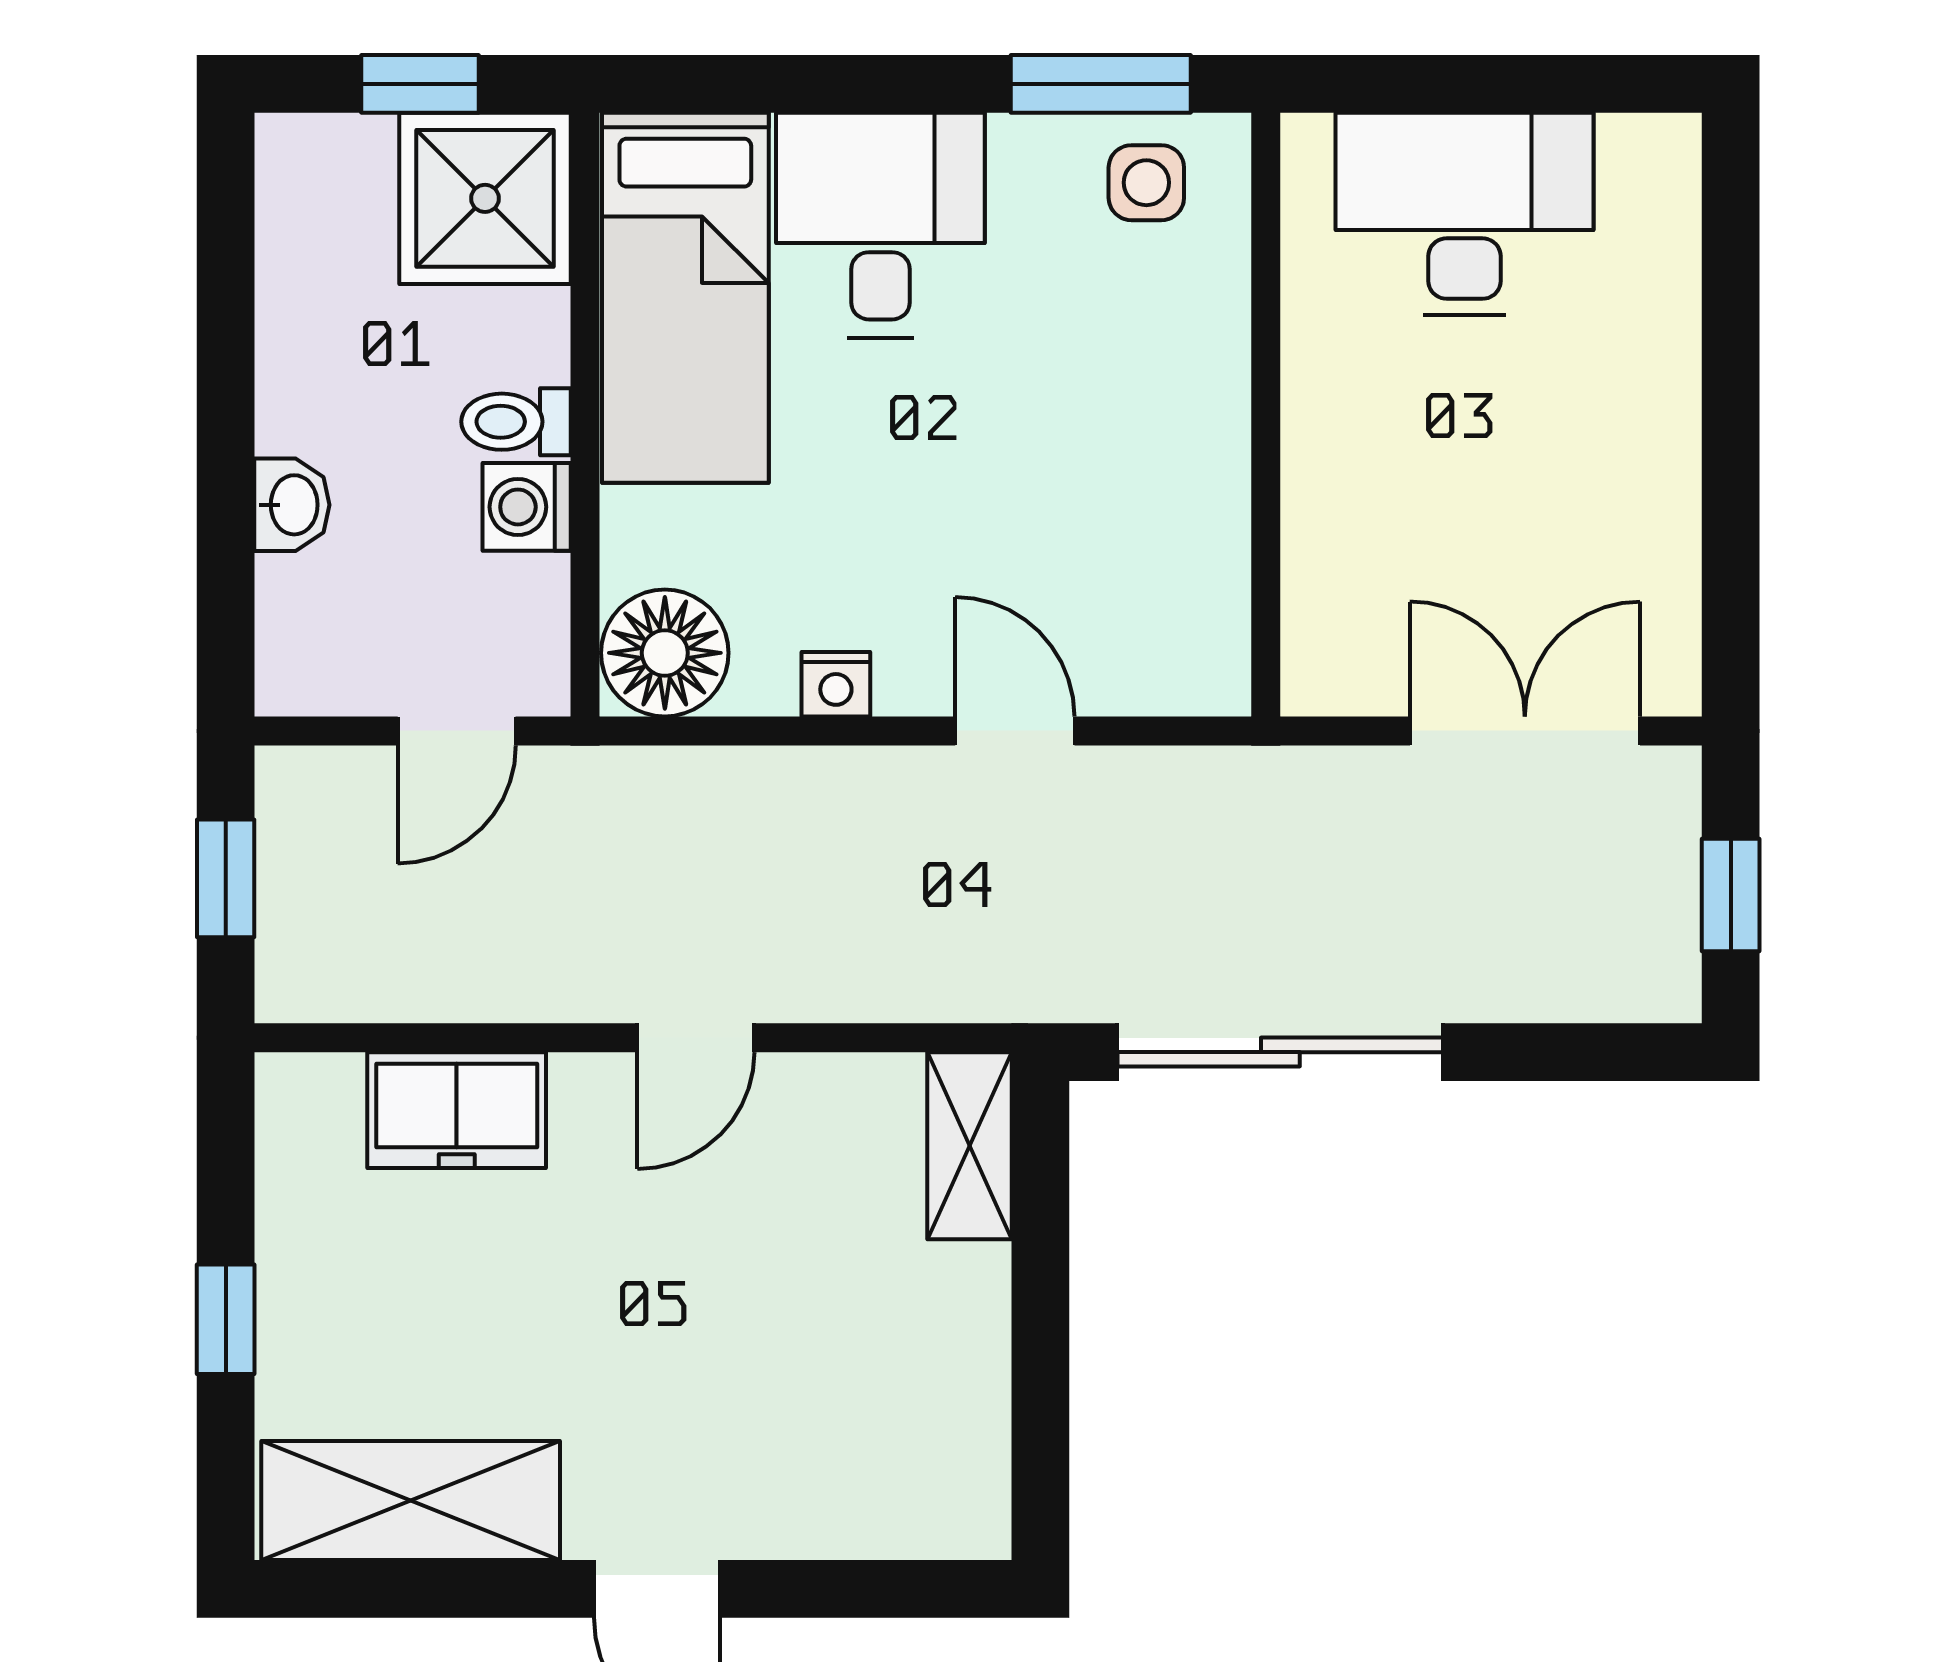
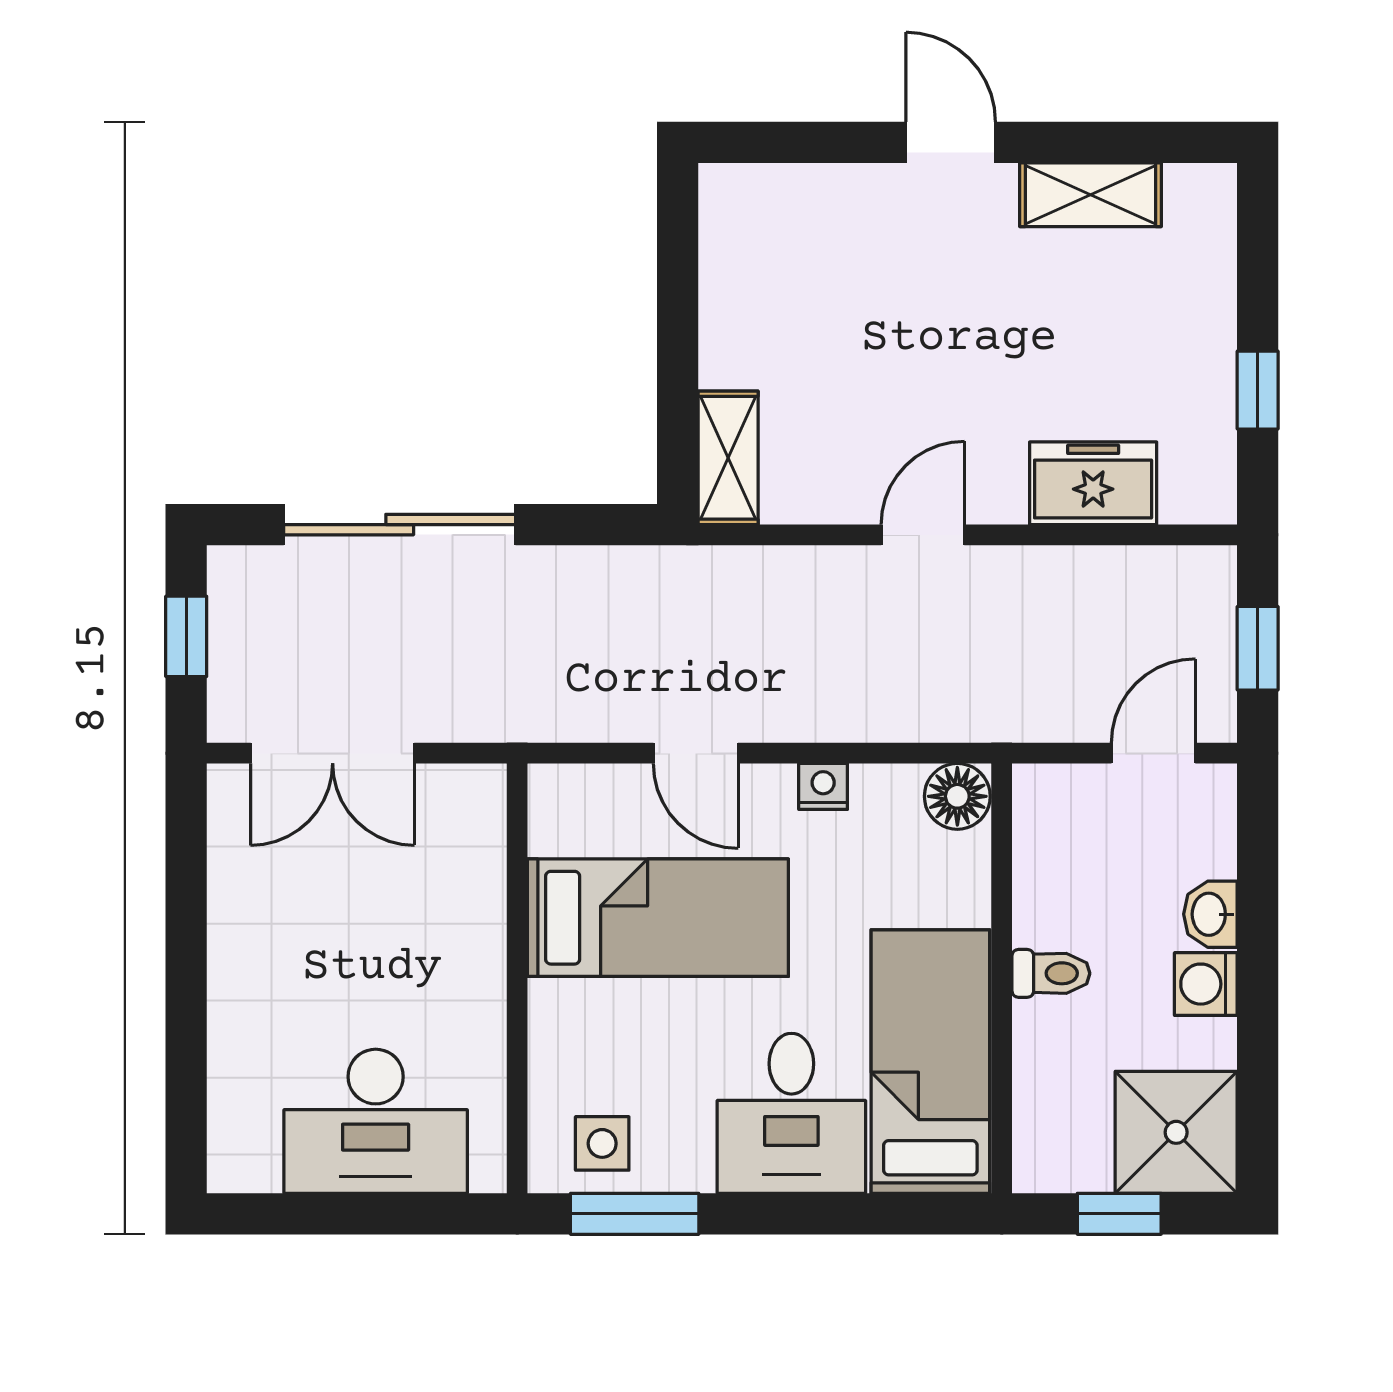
shower: (485, 198) -> (1176, 1132), moved
bed: (1068, 500) -> (658, 918), added
washing machine: (527, 507) -> (1206, 984), moved, turned 180
floor lamp: (665, 653) -> (957, 796), width x0.73, depth x0.73
door: (457, 731) -> (1153, 753), moved
sliding door: (1280, 1052) -> (400, 525), moved
window: (226, 1319) -> (1258, 390), moved
shelving: (411, 1500) -> (1090, 195), width x0.67, depth x0.75

